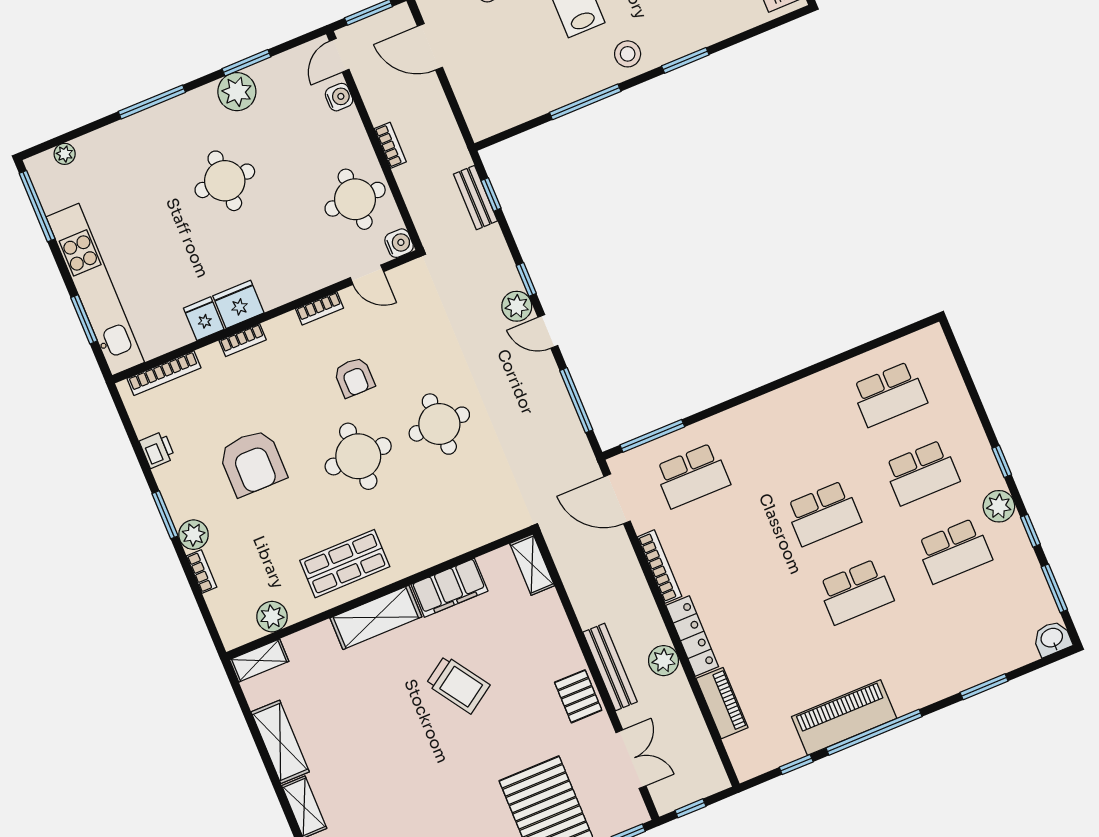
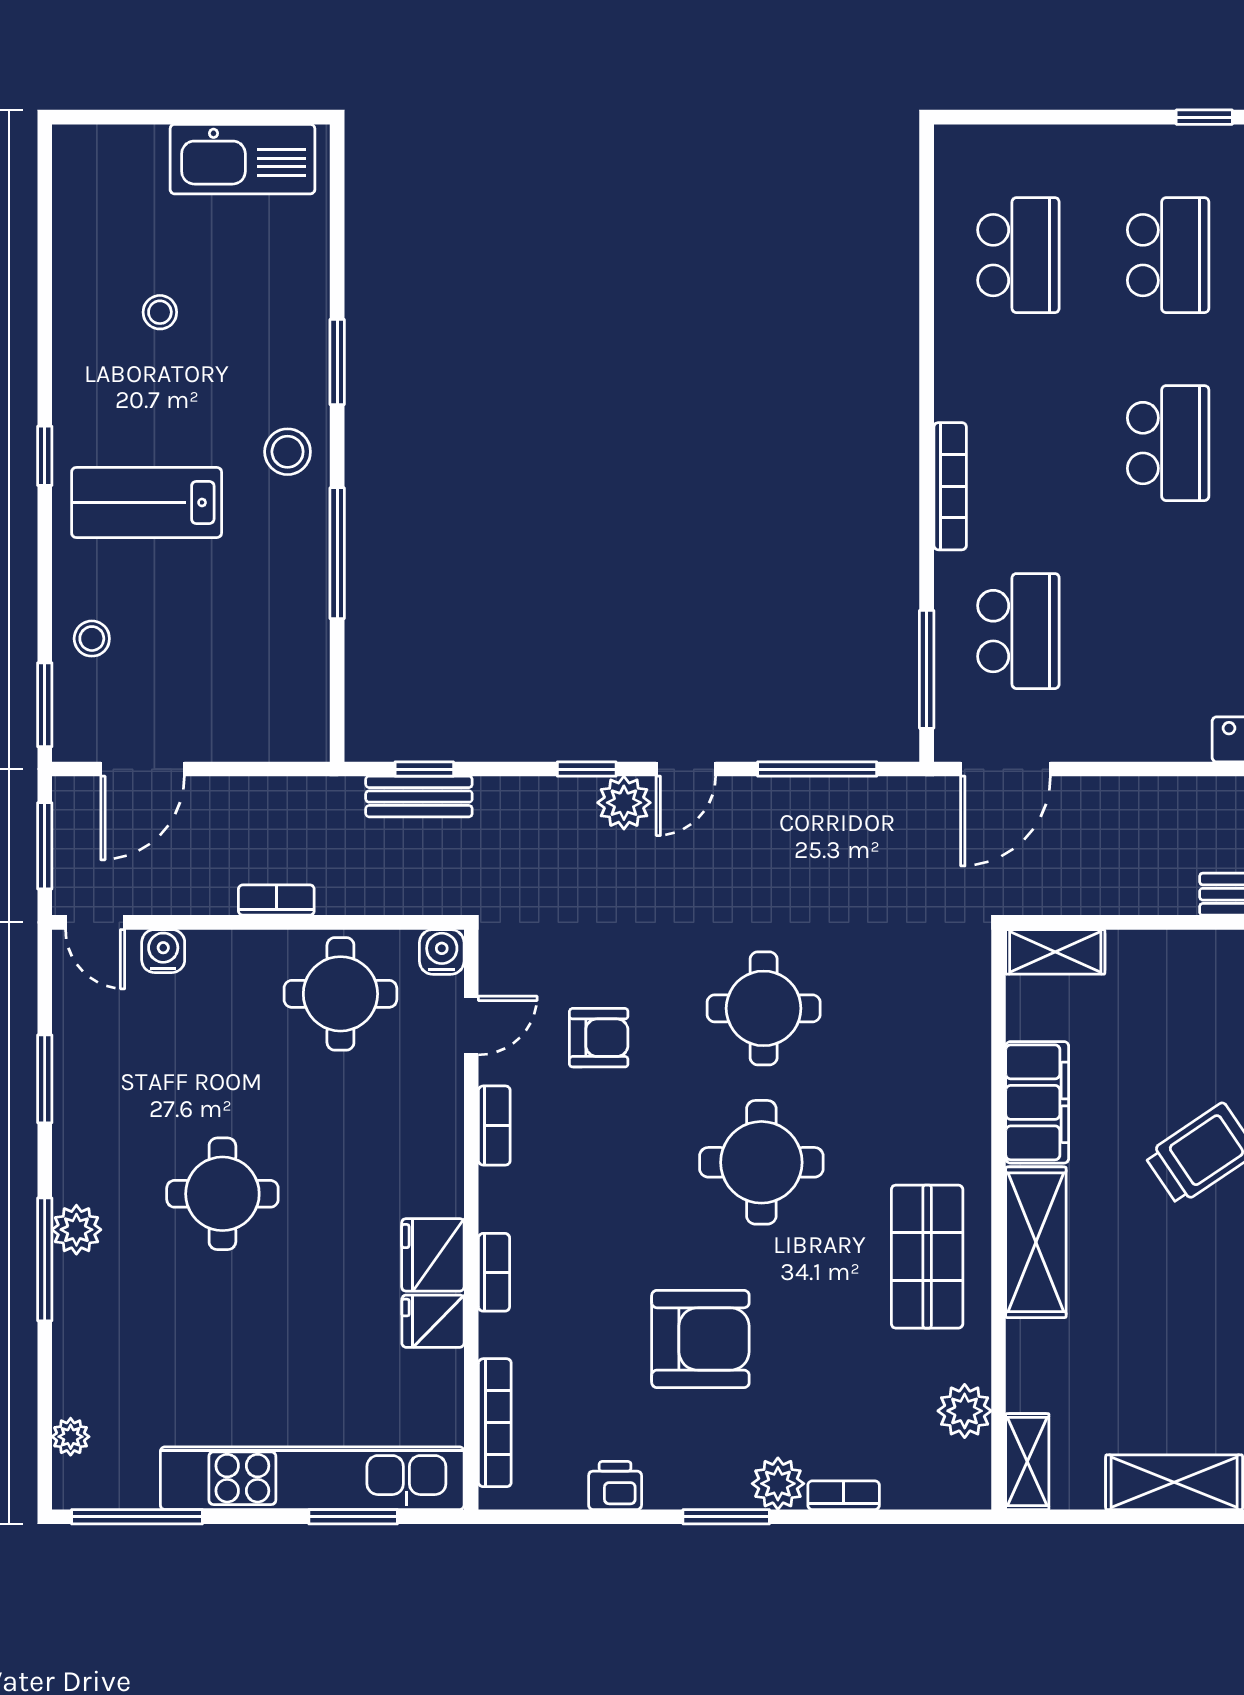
plant: (237, 92) -> (76, 1230), moved, width x0.73, depth x0.73
armchair: (354, 377) -> (599, 1038), moved
bookcase: (660, 567) -> (950, 486), moved, turned 90

